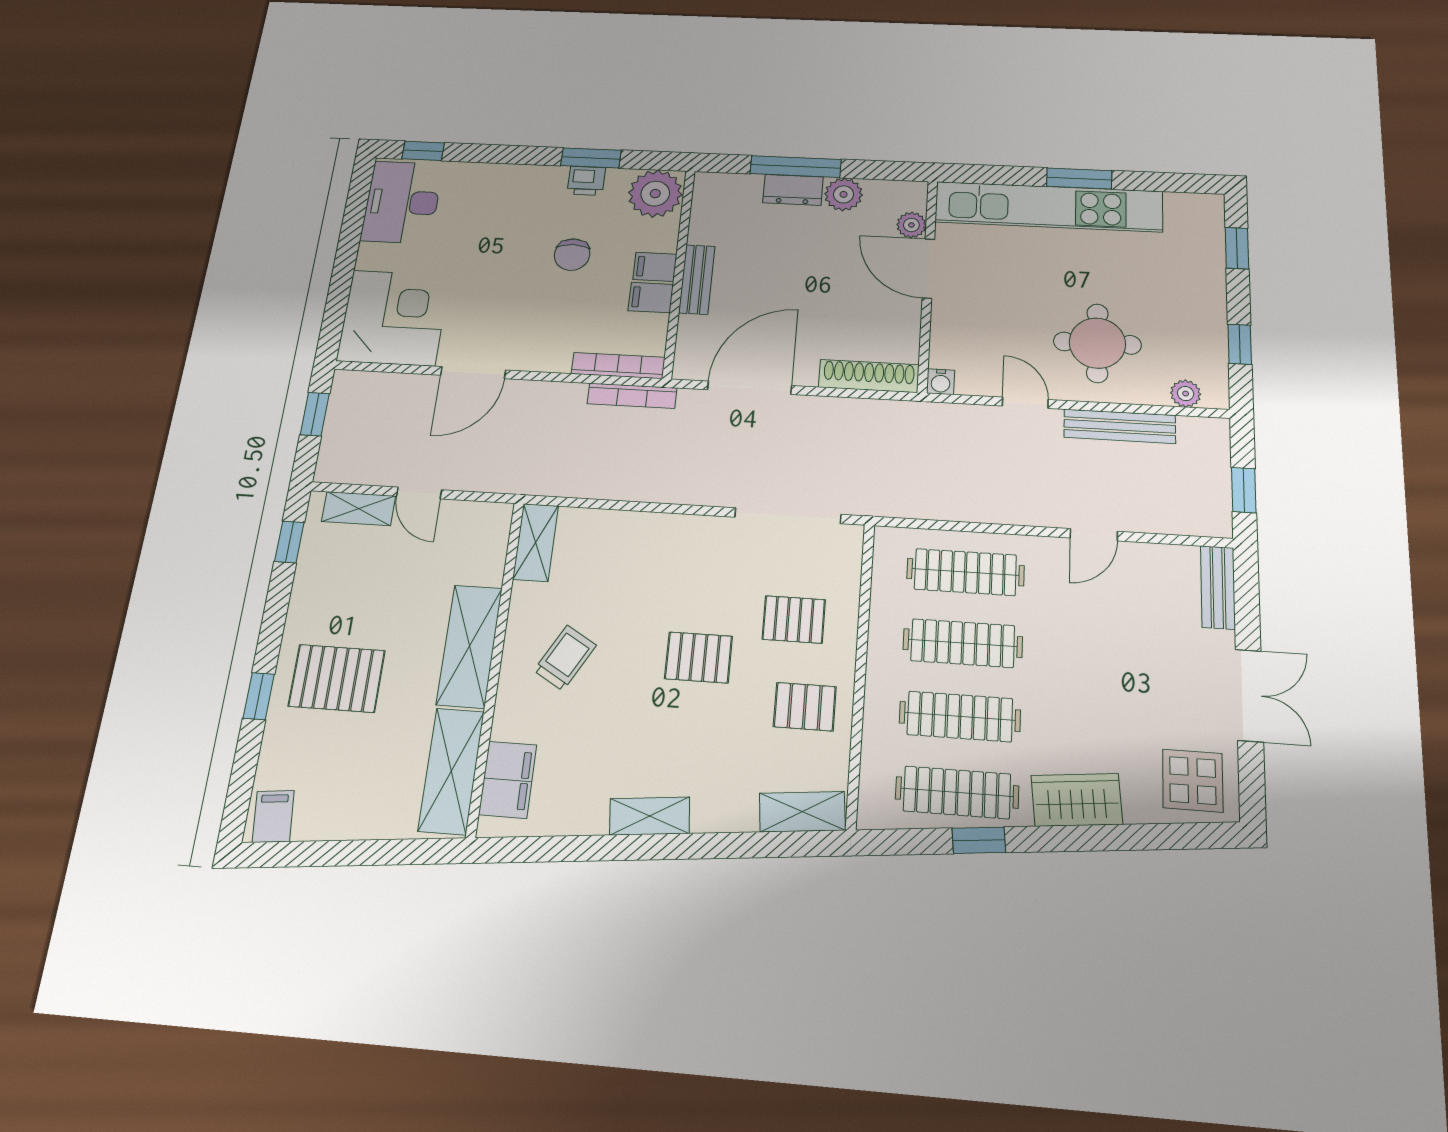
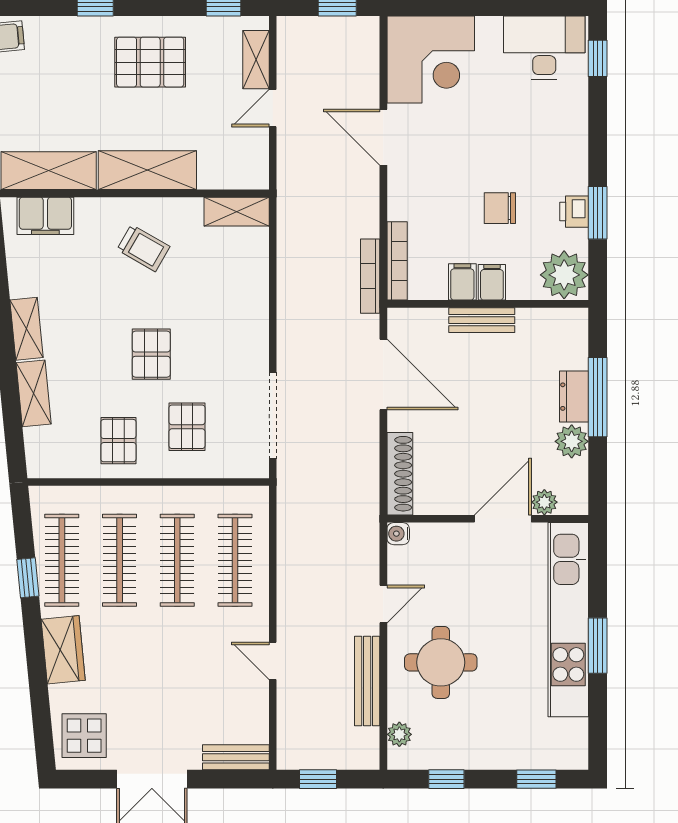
pallet: (337, 678) -> (150, 62), moved, turned 90
shelving: (802, 812) -> (34, 393), moved

